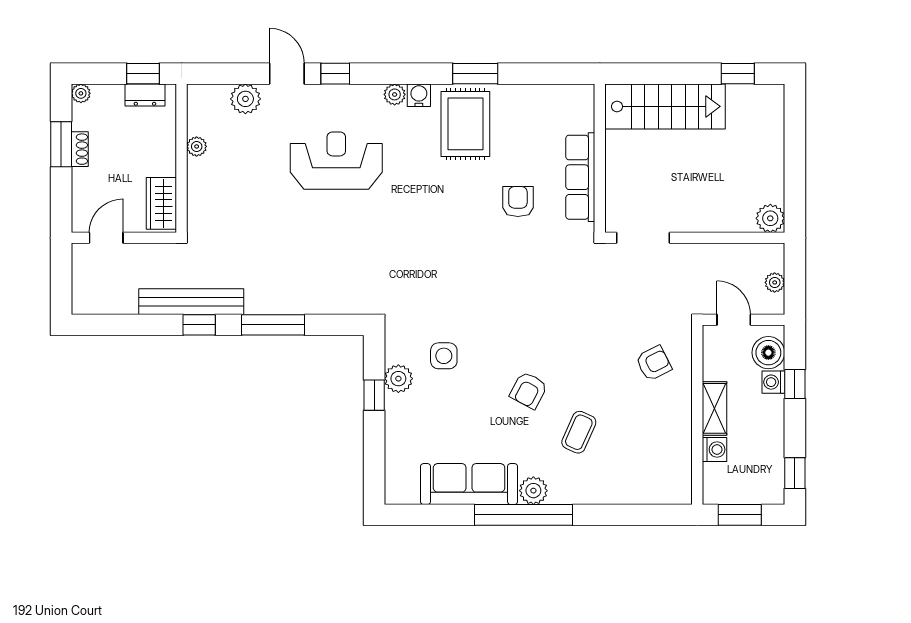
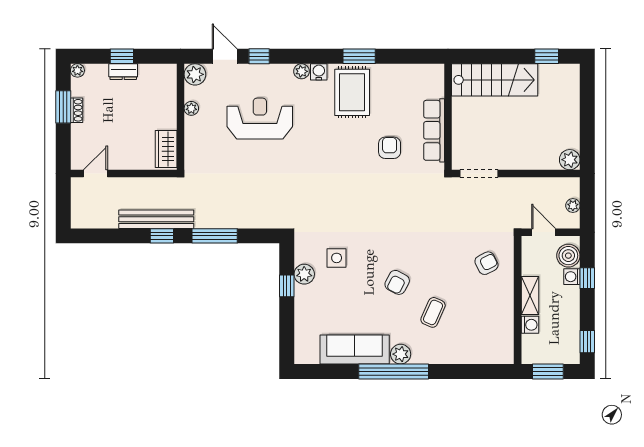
plant: (197, 146) -> (191, 108), moved
wall: (182, 158) -> (181, 117), moved
wardrobe: (161, 203) -> (166, 149), moved

